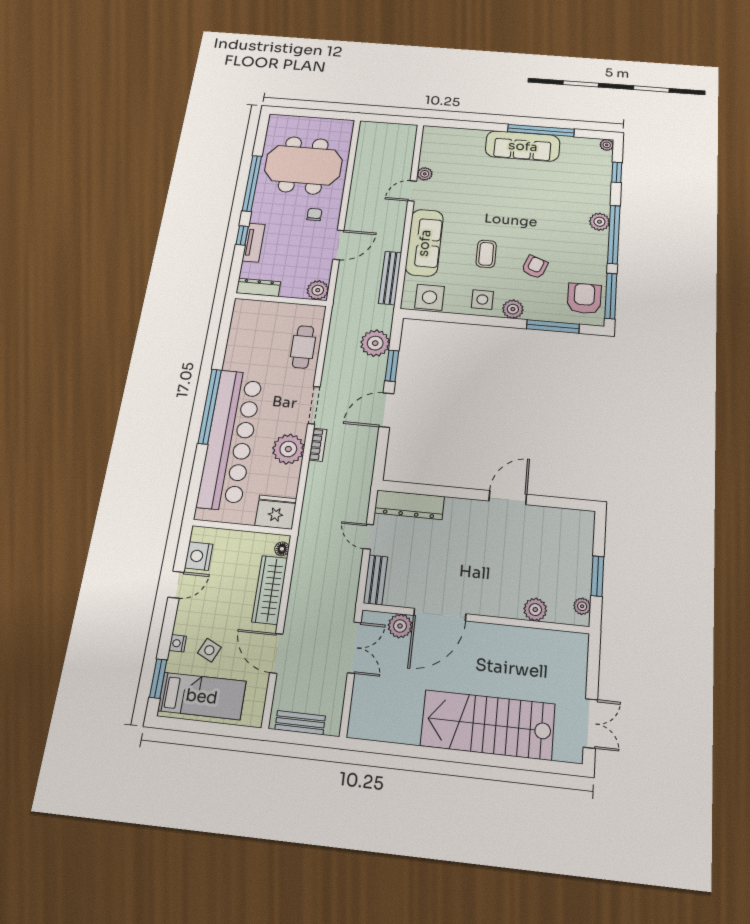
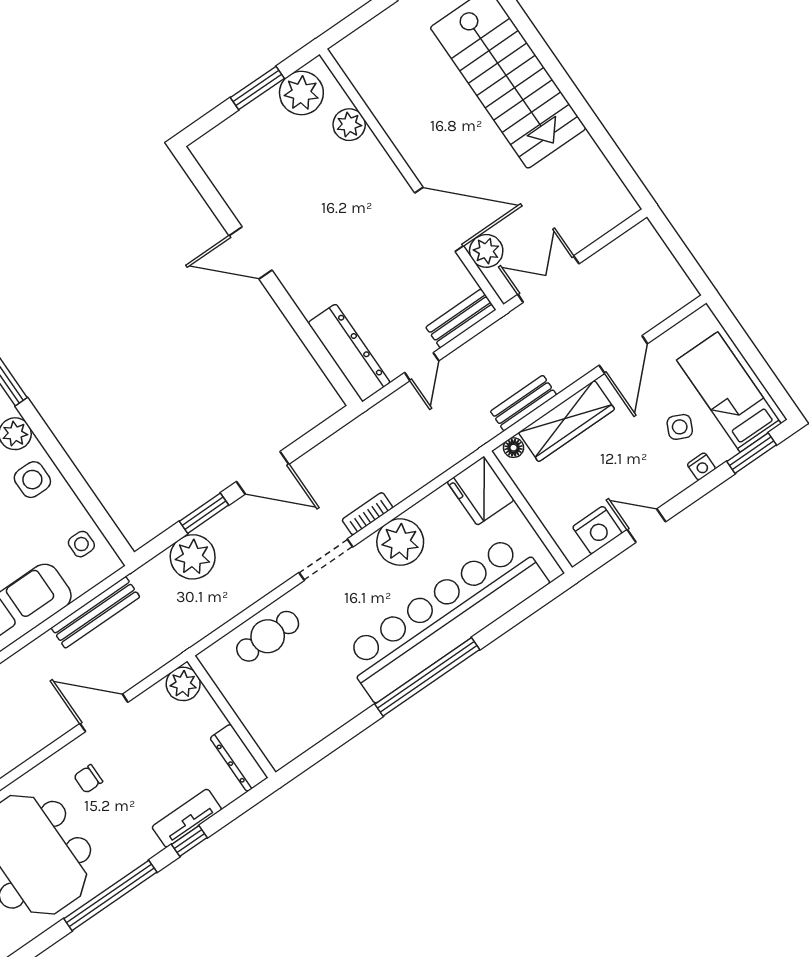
side table: (430, 297) -> (81, 544), width x0.54, depth x0.54
plant: (582, 606) -> (301, 93), width x1.88, depth x1.88
bench: (300, 723) -> (524, 403), moved, turned 90

